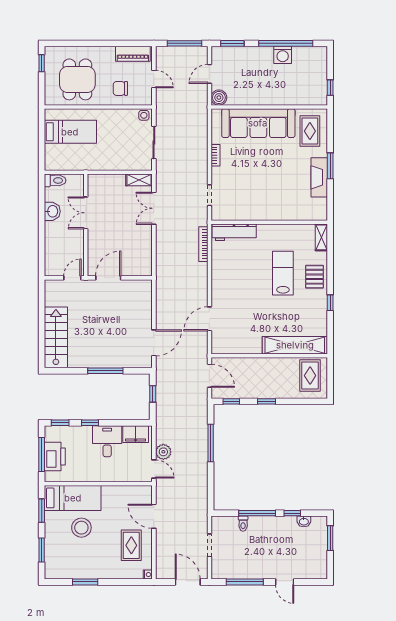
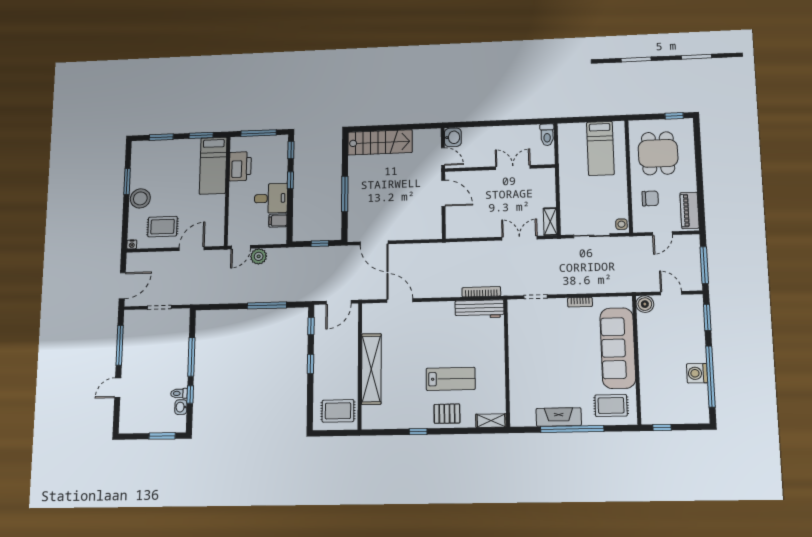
dining table: (77, 79) -> (658, 153), turned 90
chair: (120, 88) -> (650, 198), turned 90
window: (330, 166) -> (572, 429), width x2.11
washbasin: (52, 211) -> (453, 137), moved, turned -90
workbench: (234, 232) -> (480, 309), moved, turned -90
shelving: (295, 345) -> (371, 369), moved
filing cabinet: (136, 434) -> (278, 221), width x0.50
printer: (55, 456) -> (240, 166), moved, turned -90
toilet: (243, 524) -> (179, 393), moved
stool: (81, 528) -> (140, 198), moved

